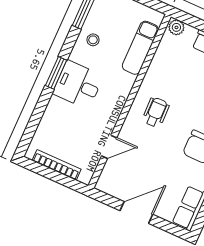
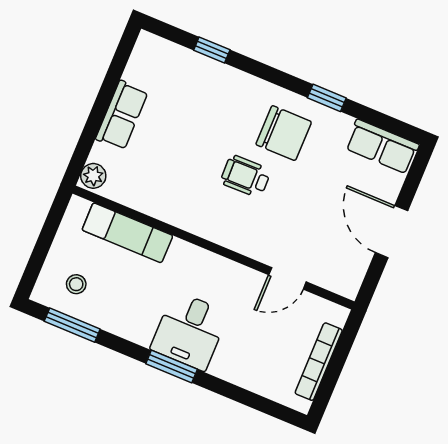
stool: (93, 40) -> (76, 284), moved
wheelchair: (156, 112) -> (246, 176), moved
door: (109, 147) -> (287, 278), swing flipped

